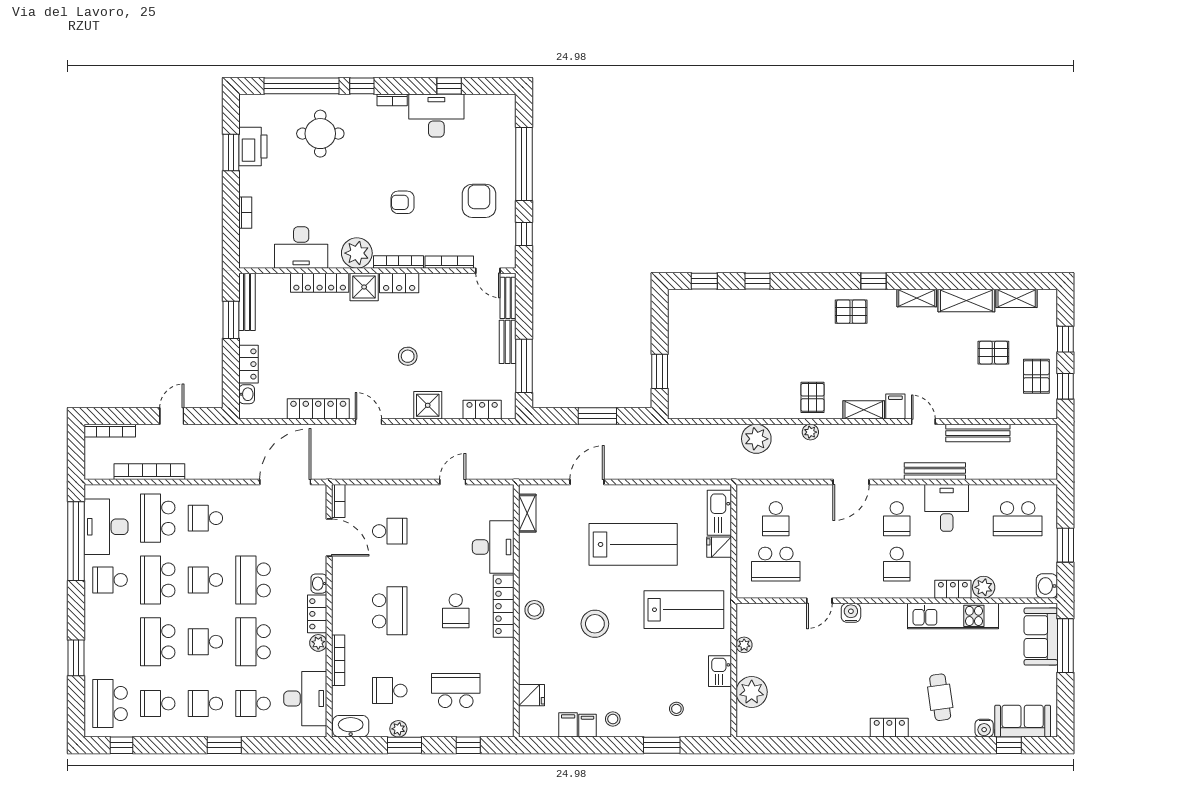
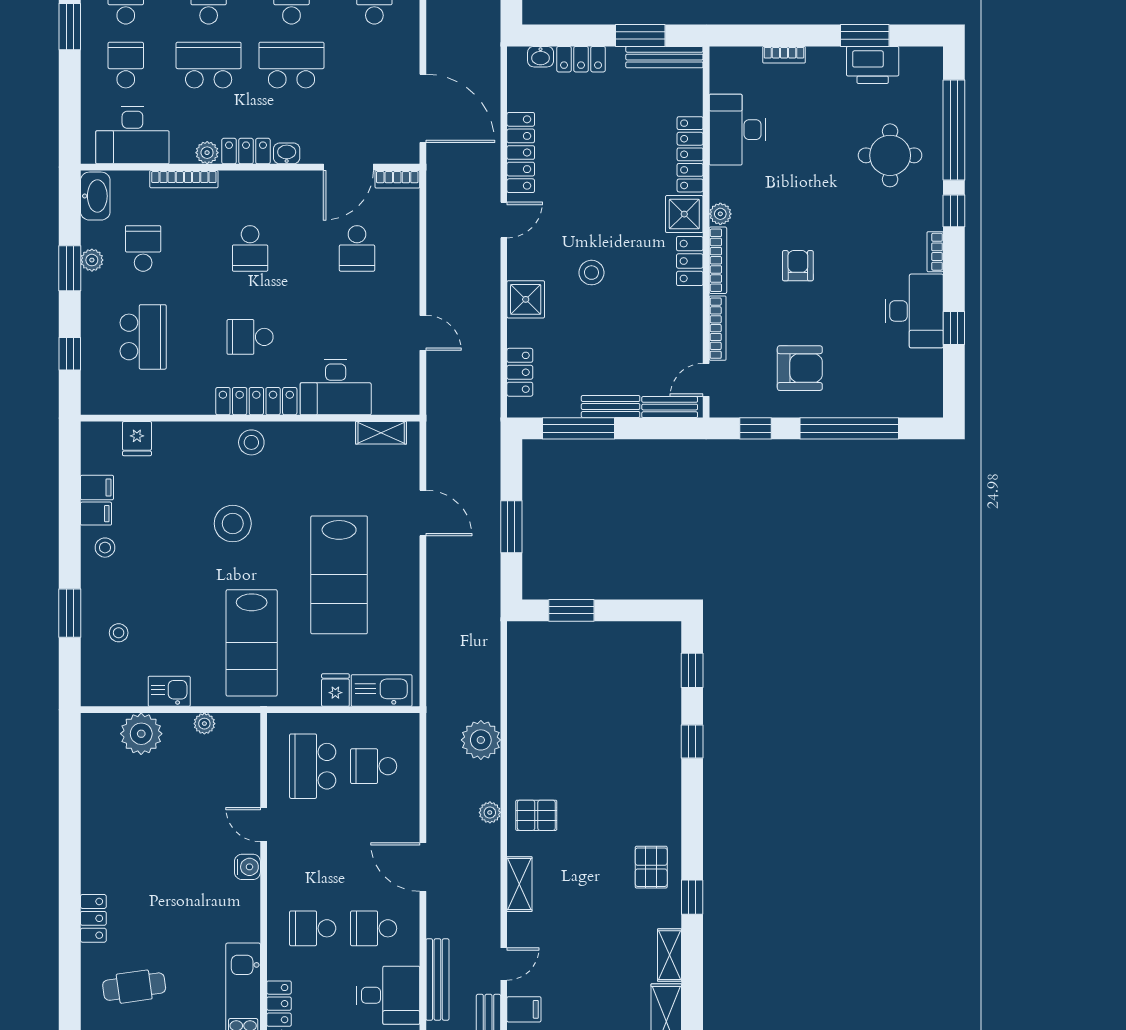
plant: (357, 253) -> (720, 214), width x0.53, depth x0.53
filing cabinet: (895, 407) -> (524, 1009), moved
school desk: (390, 611) -> (250, 248), width x0.54

